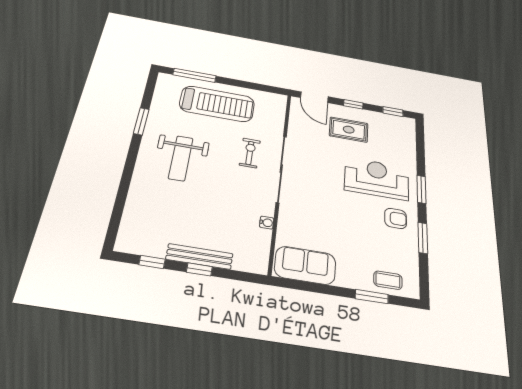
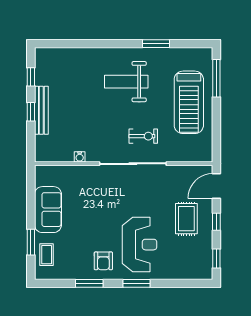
sofa: (305, 265) -> (48, 210), moved

